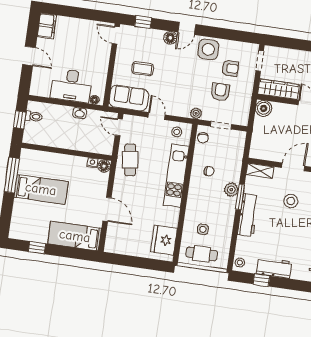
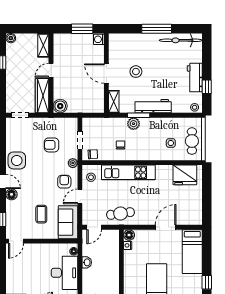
armchair: (230, 68) -> (64, 182), moved

